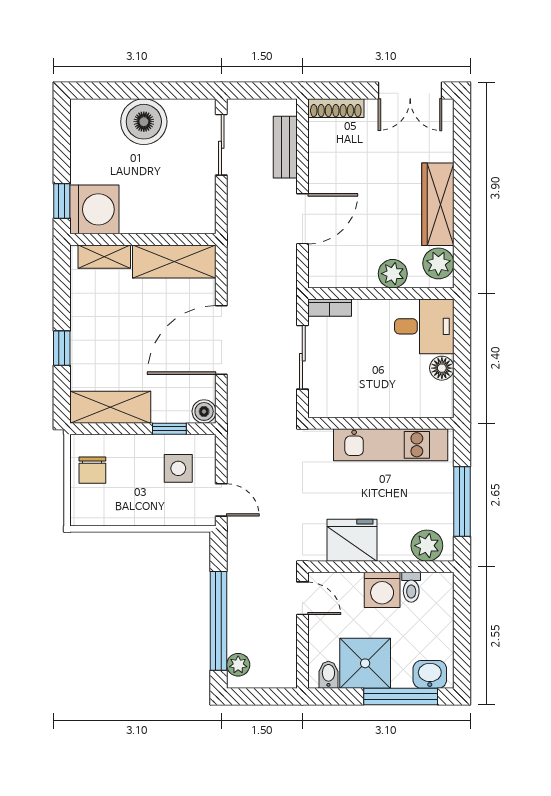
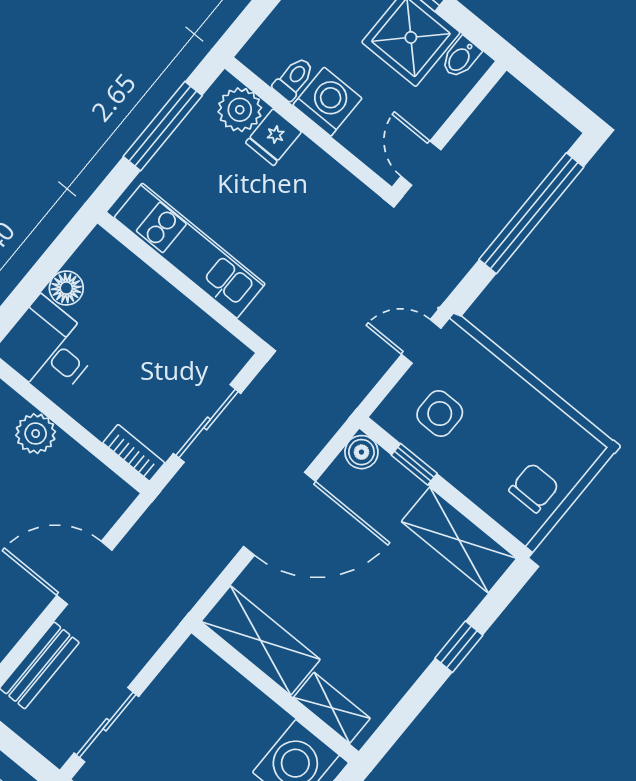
door: (221, 500) -> (421, 341), hinge flipped
fridge: (352, 540) -> (273, 137), moved, width x0.53, depth x0.75
plant: (238, 665) -> (549, 148), removed

